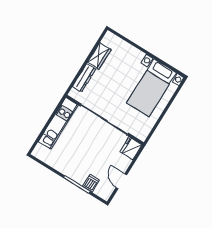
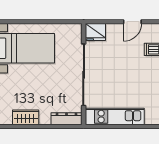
dresser: (84, 78) -> (66, 119), moved

